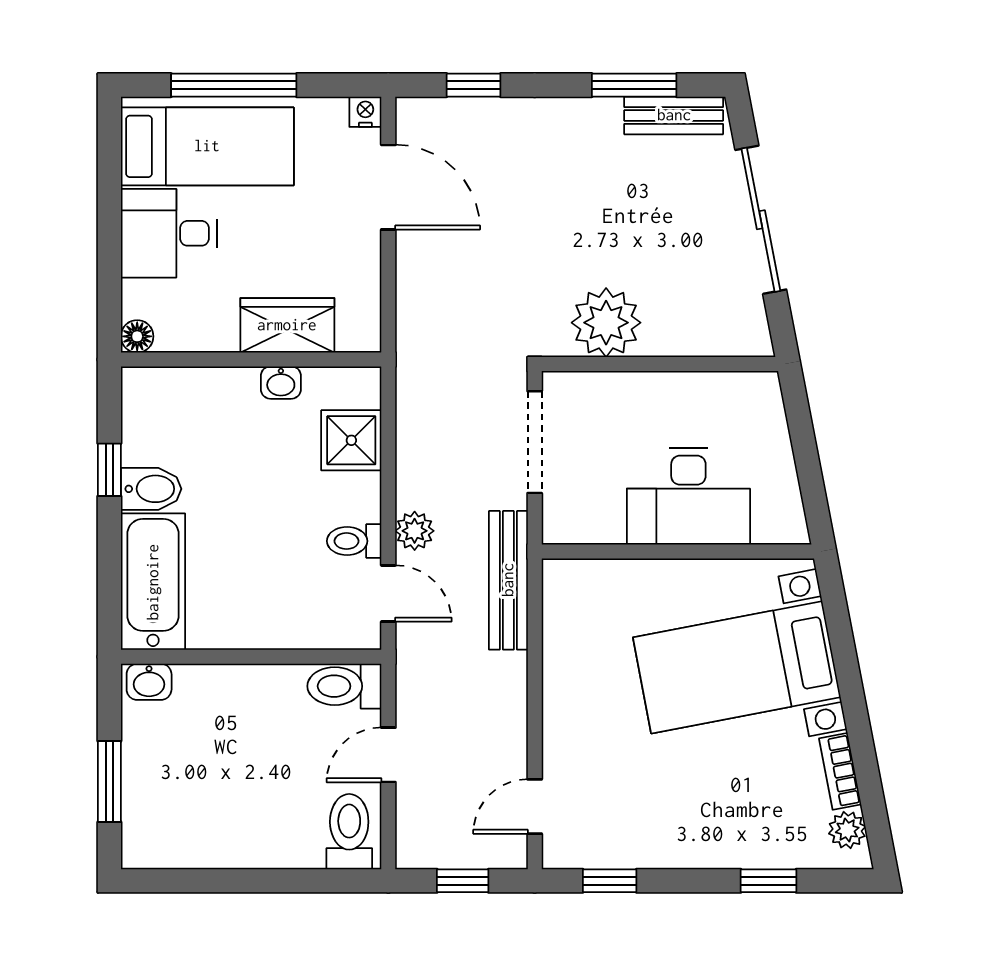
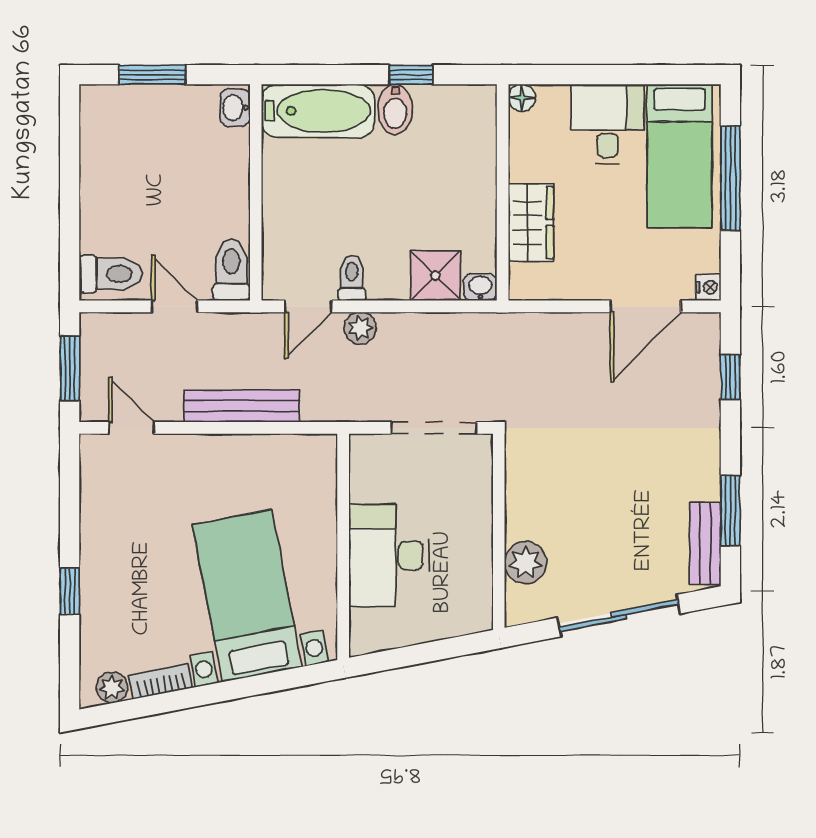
plant: (606, 323) -> (526, 562), moved, width x0.73, depth x0.73
washbasin: (281, 383) -> (480, 287), moved, turned 90
bench: (508, 580) -> (242, 406), moved
window: (463, 881) -> (70, 368), width x1.50
window: (610, 881) -> (70, 490), removed
window: (768, 881) -> (70, 591), moved

